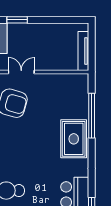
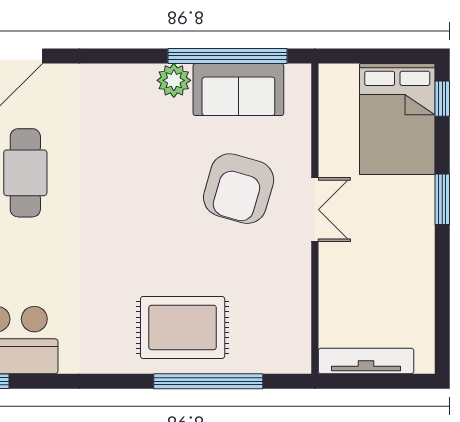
rug: (74, 139) -> (183, 327), moved

